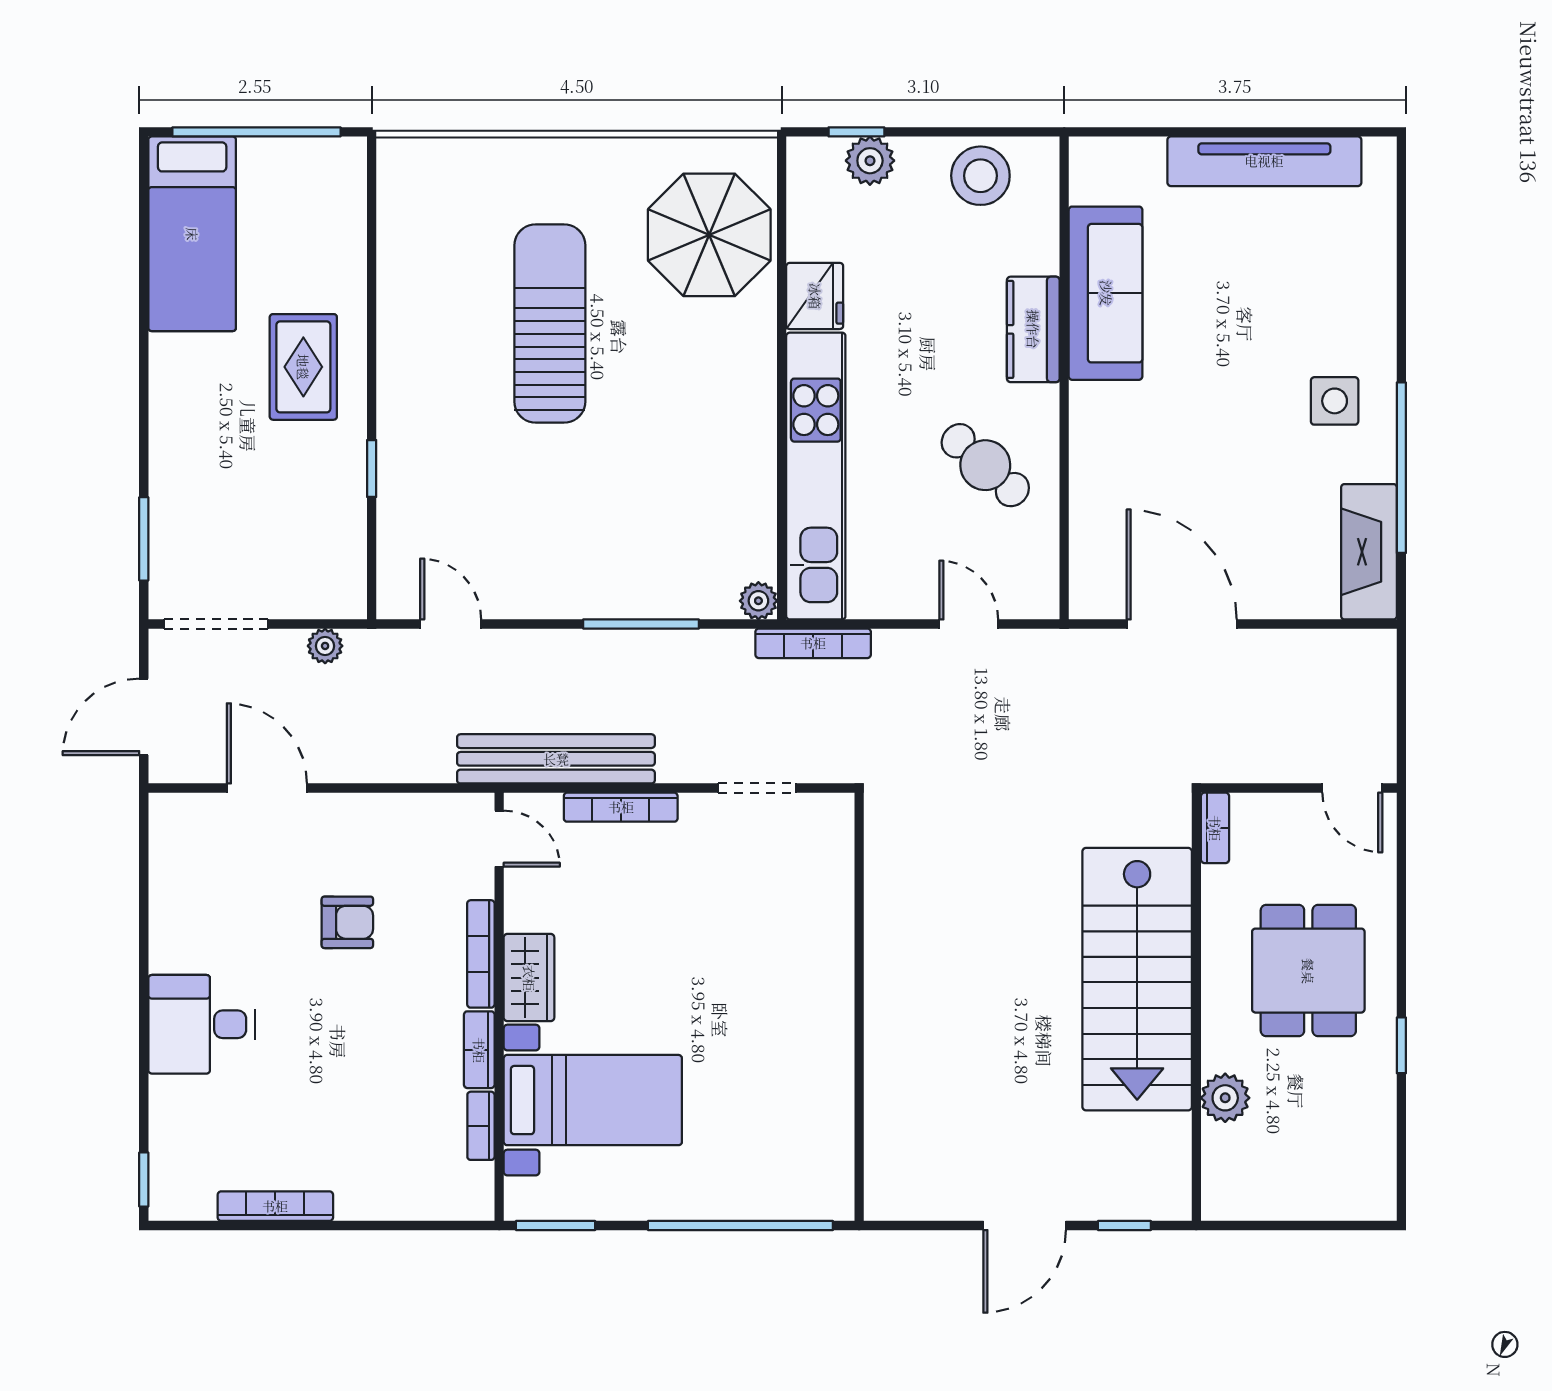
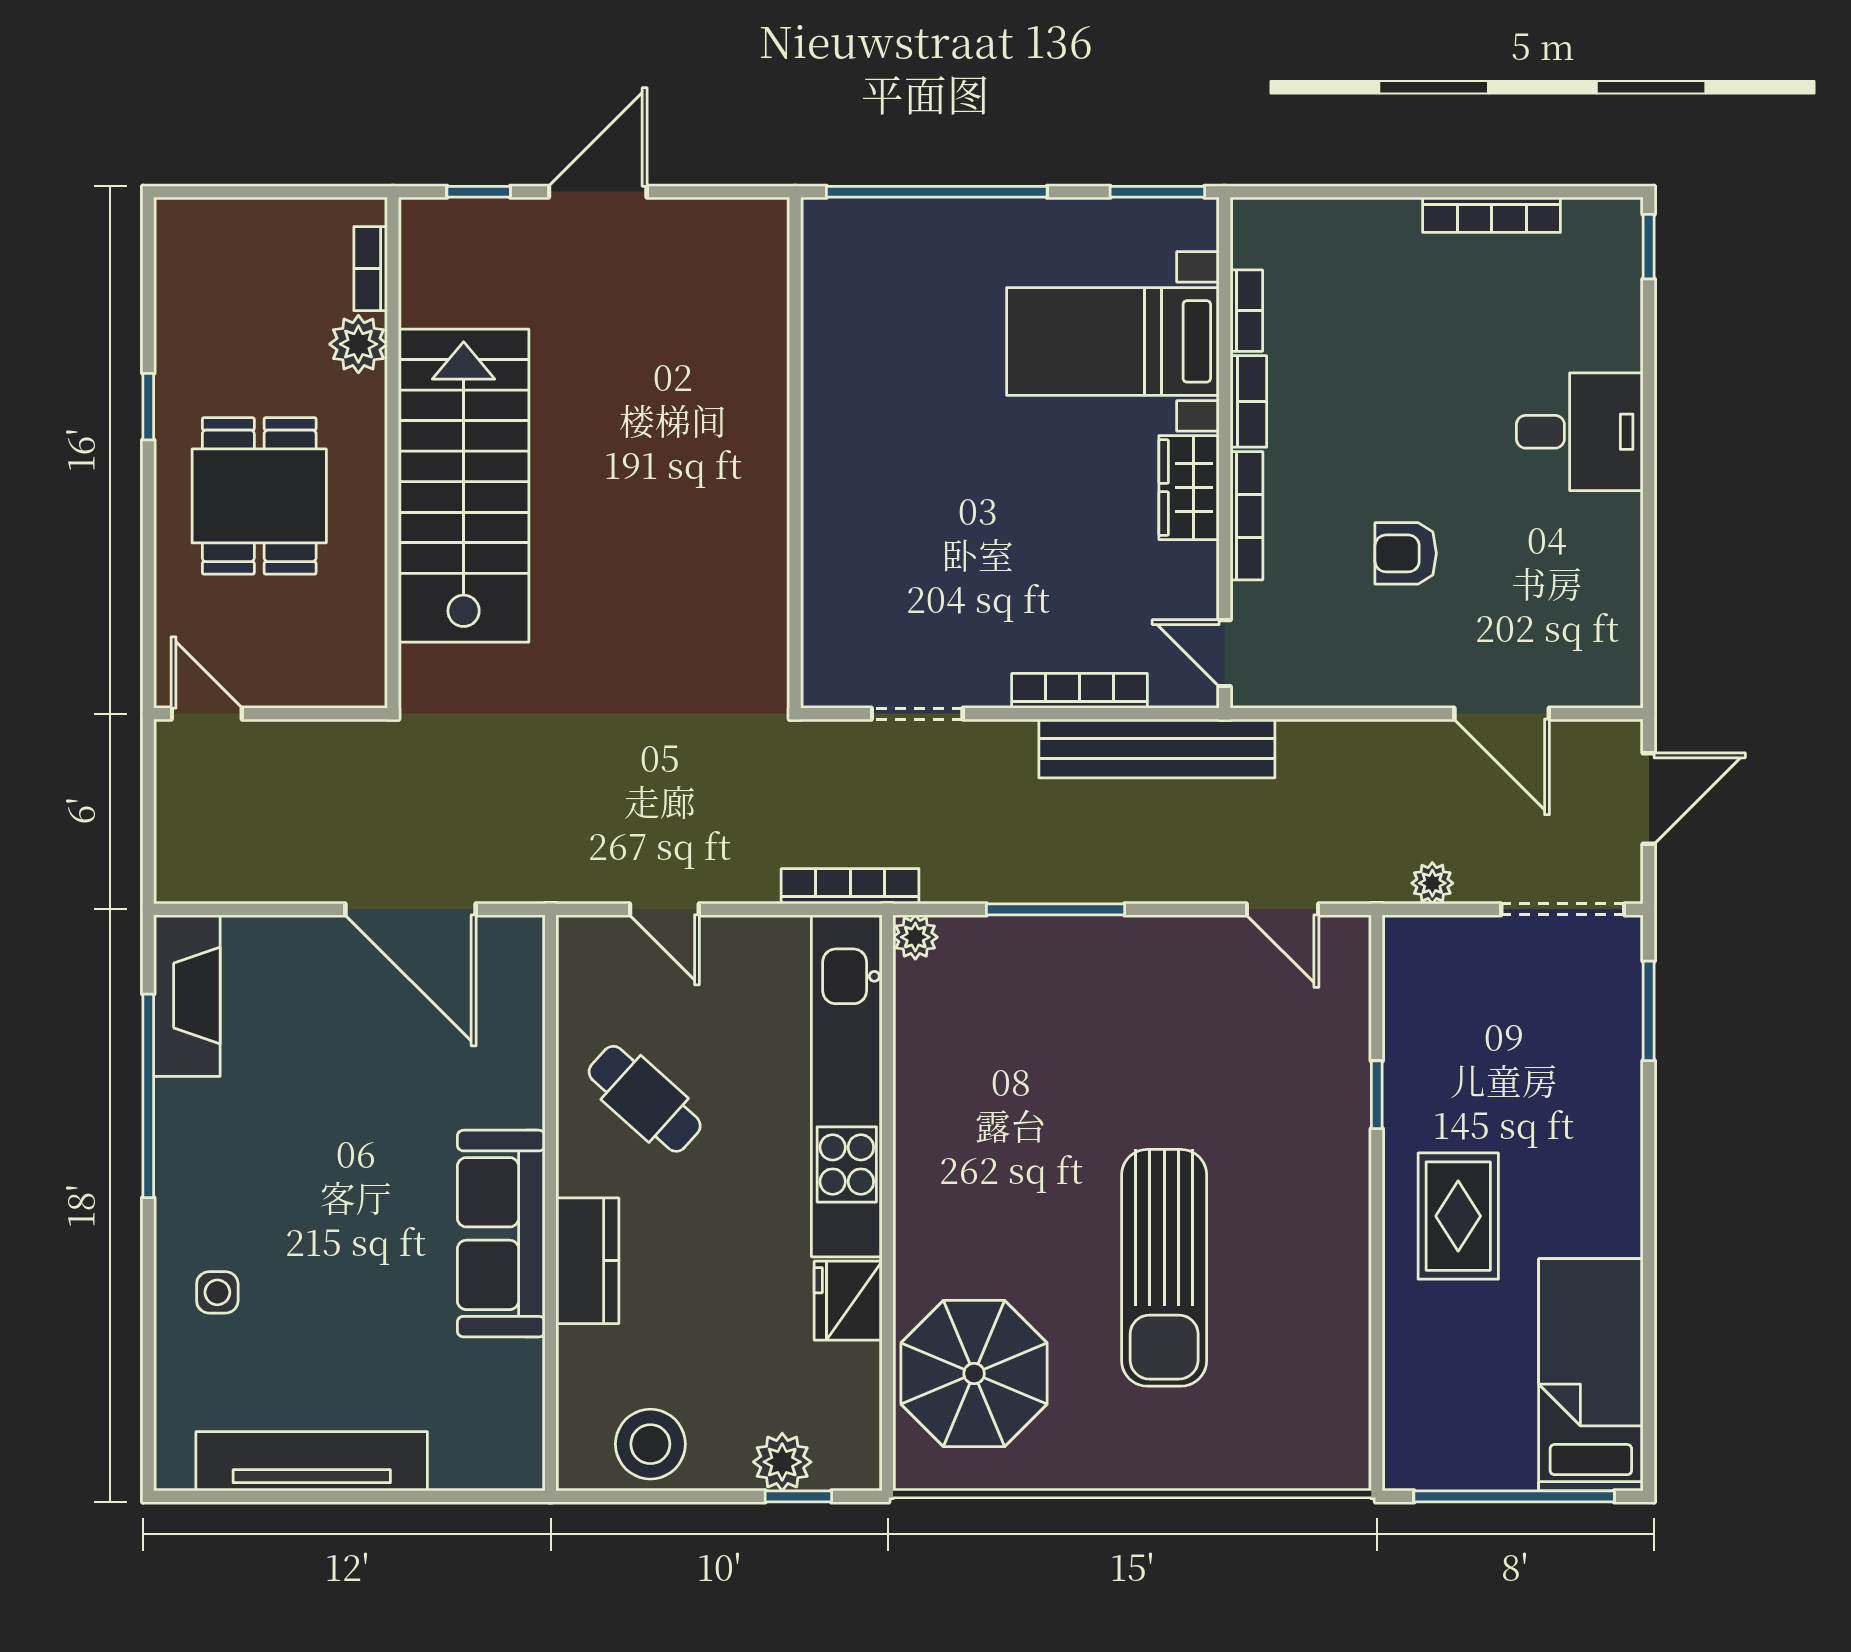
sofa: (1106, 293) -> (501, 1234), moved
side table: (1335, 401) -> (217, 1292), moved, width x0.73, depth x0.73
bookcase: (1215, 828) -> (371, 269), moved

